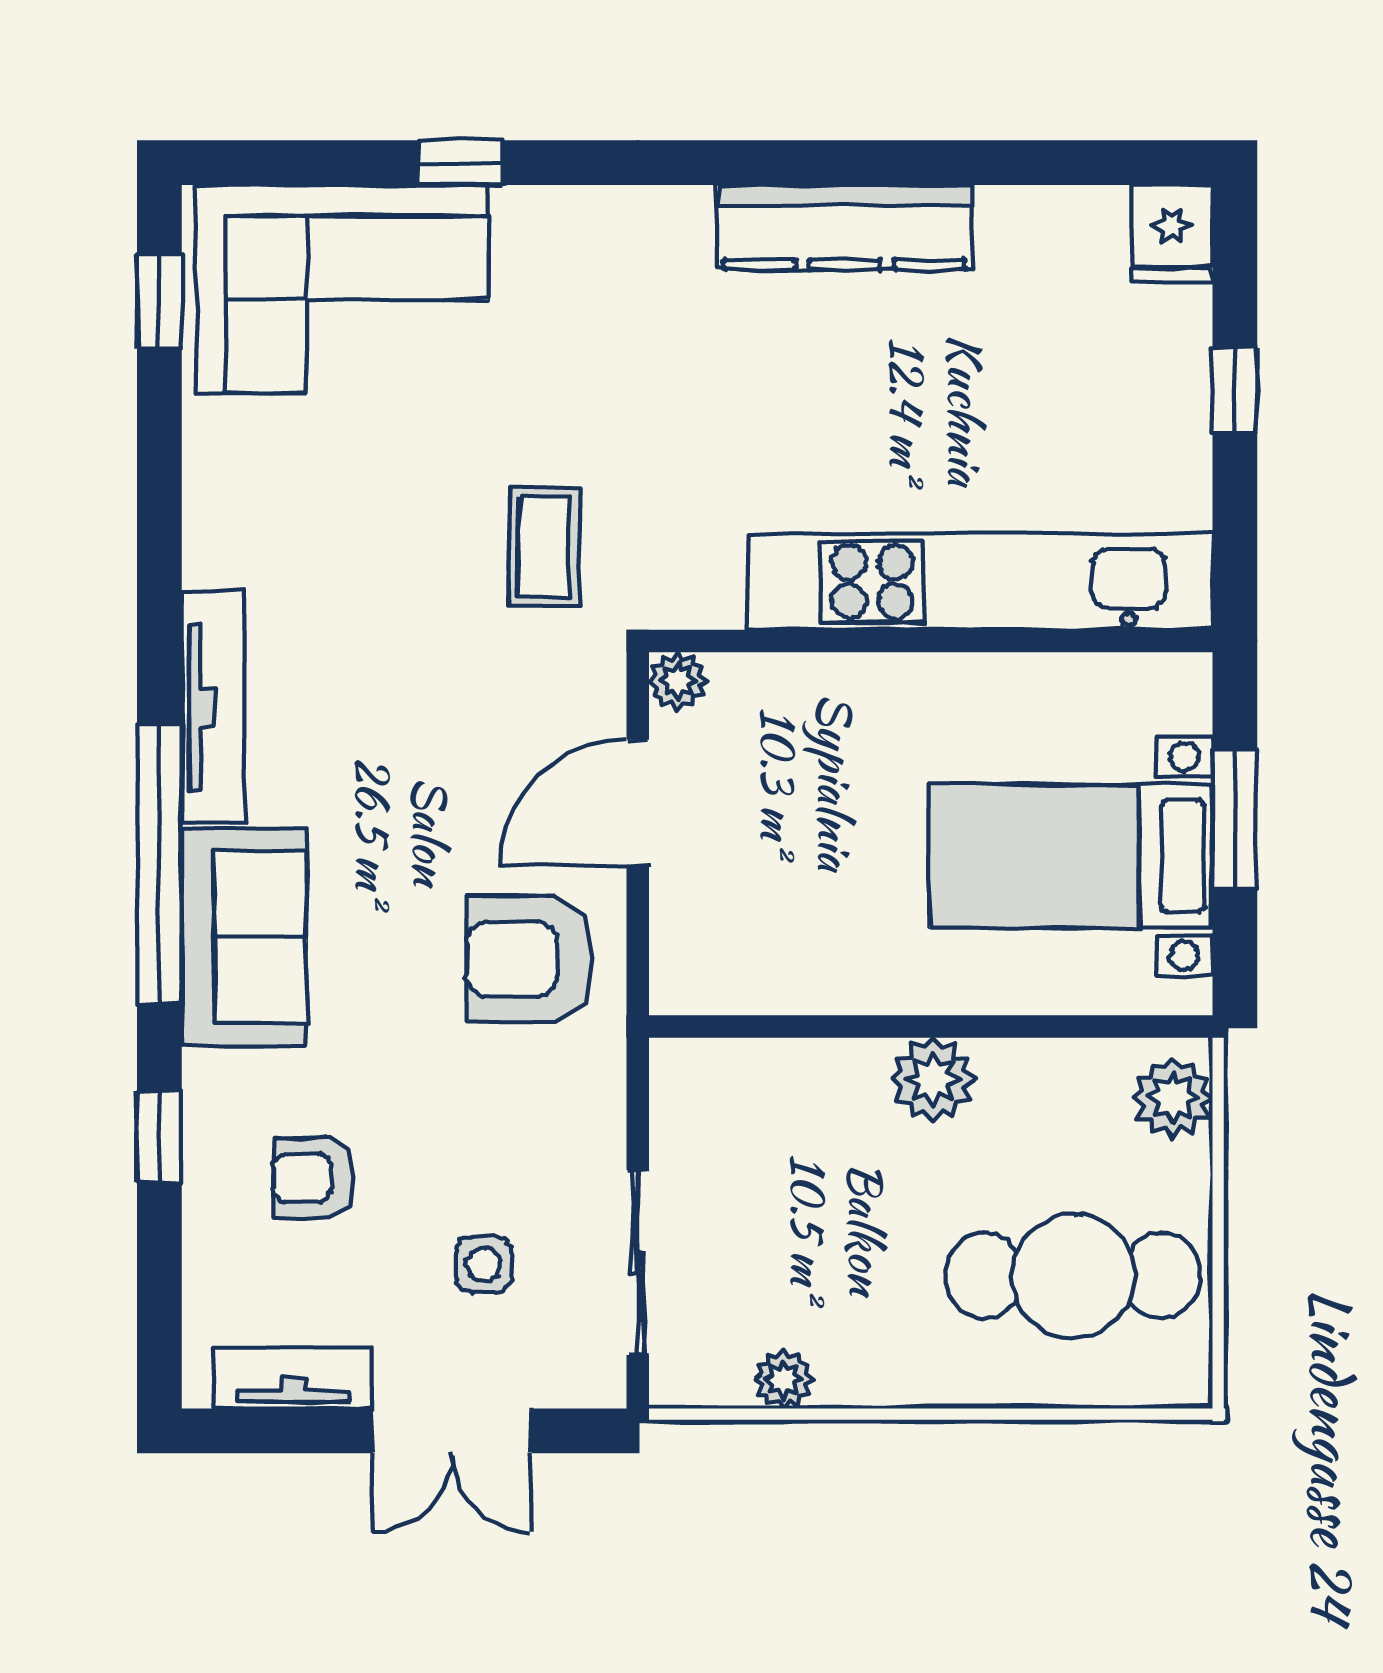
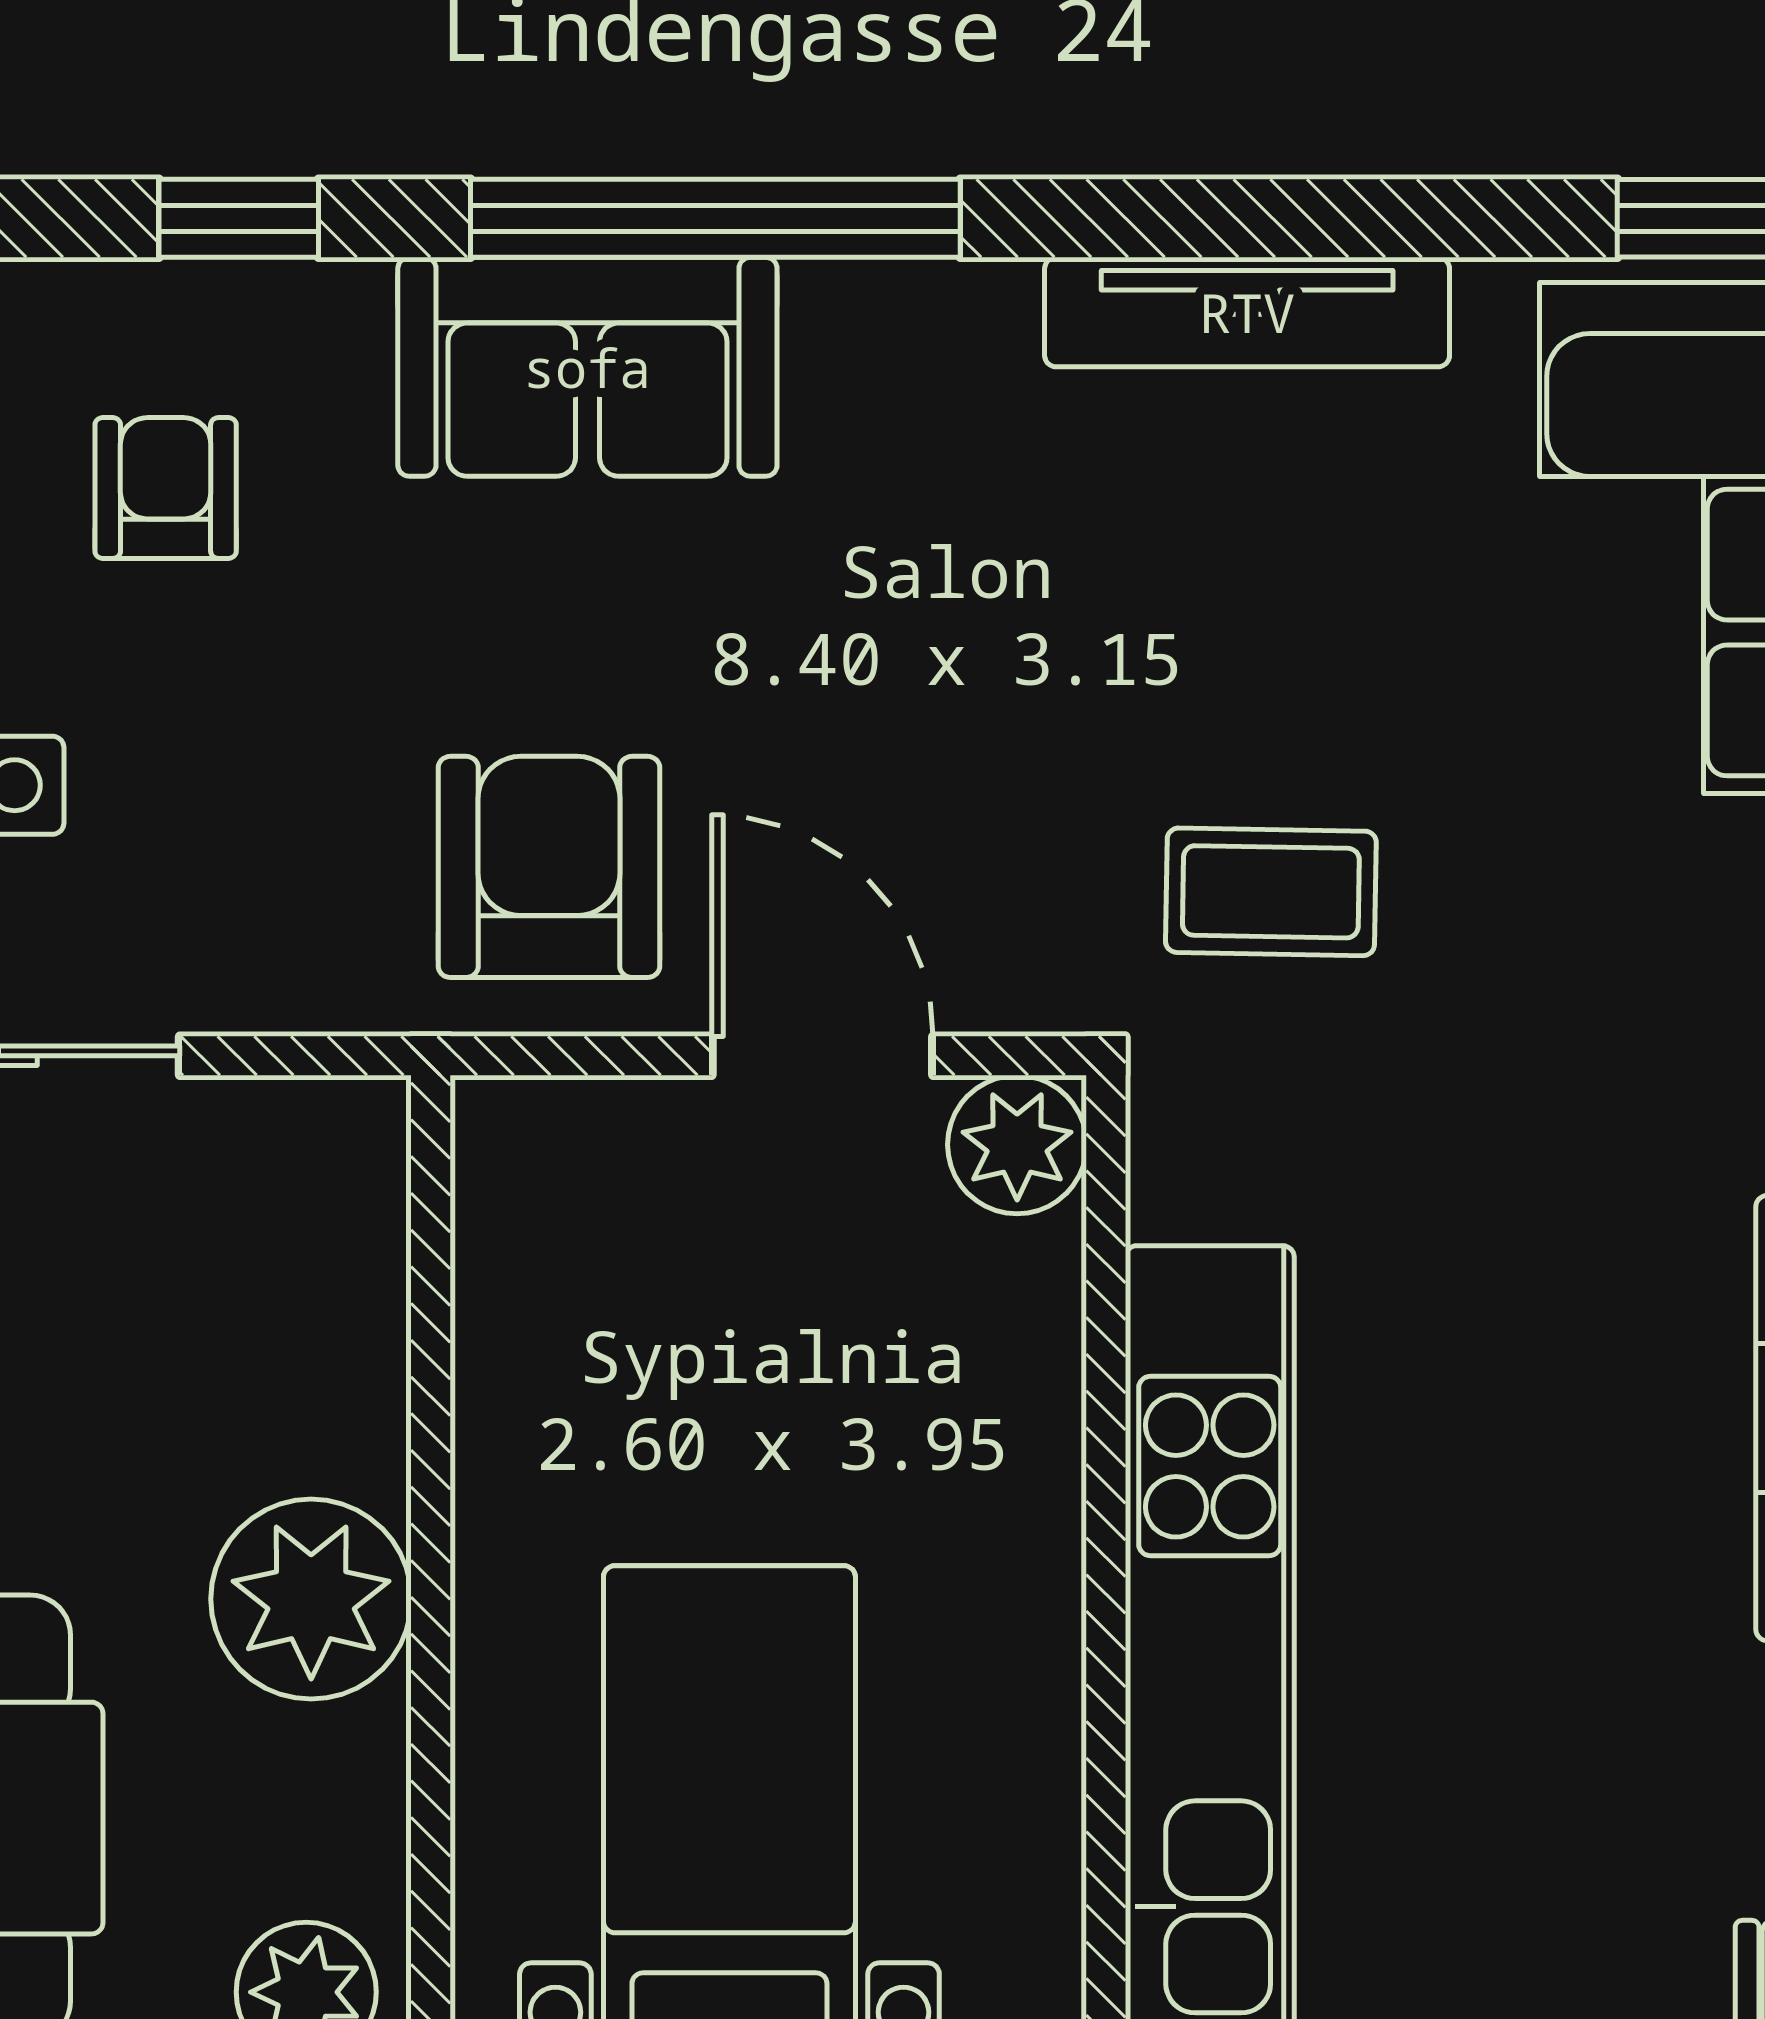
plant: (678, 681) -> (1017, 1145), width x1.38, depth x1.38
tv unit: (213, 707) -> (1247, 312), moved
plant: (933, 1080) -> (311, 1599), width x1.36, depth x1.36

